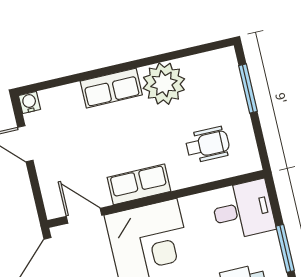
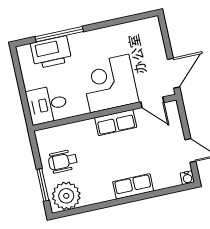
plant: (164, 84) -> (66, 196), moved
wheelchair: (208, 145) -> (63, 161), moved
window: (285, 248) -> (20, 79), removed

